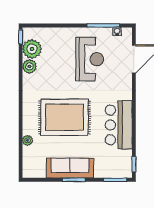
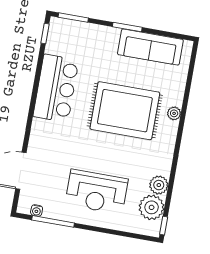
reception desk: (90, 59) -> (97, 192), moved, turned -90
plant: (28, 140) -> (174, 113), moved
sofa: (70, 168) -> (150, 47), moved

